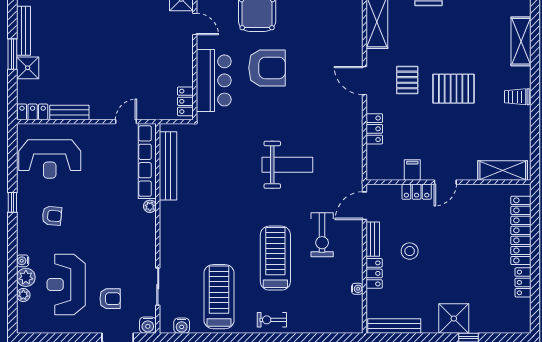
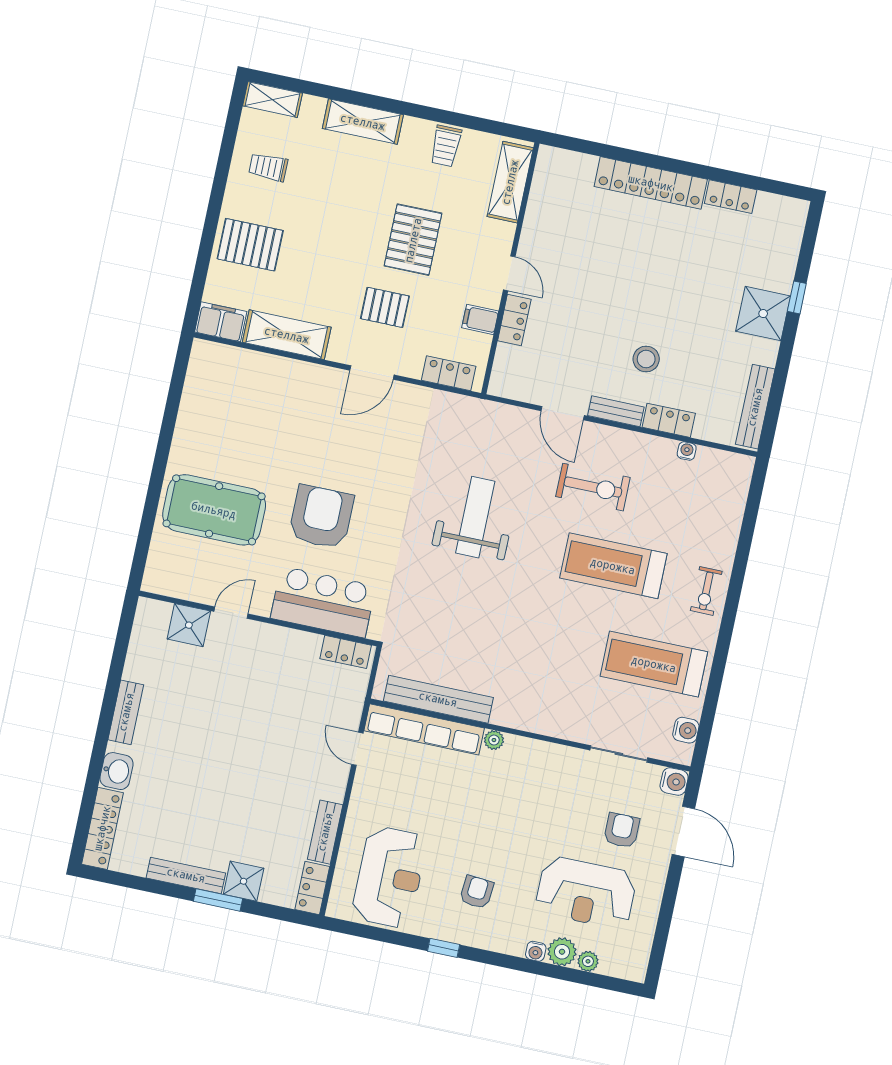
filing cabinet: (412, 170) -> (480, 319), moved
shelving: (503, 171) -> (510, 182), moved
door: (445, 182) -> (509, 273), moved
wall: (449, 182) -> (510, 268), moved
locker: (417, 192) -> (514, 320), moved

